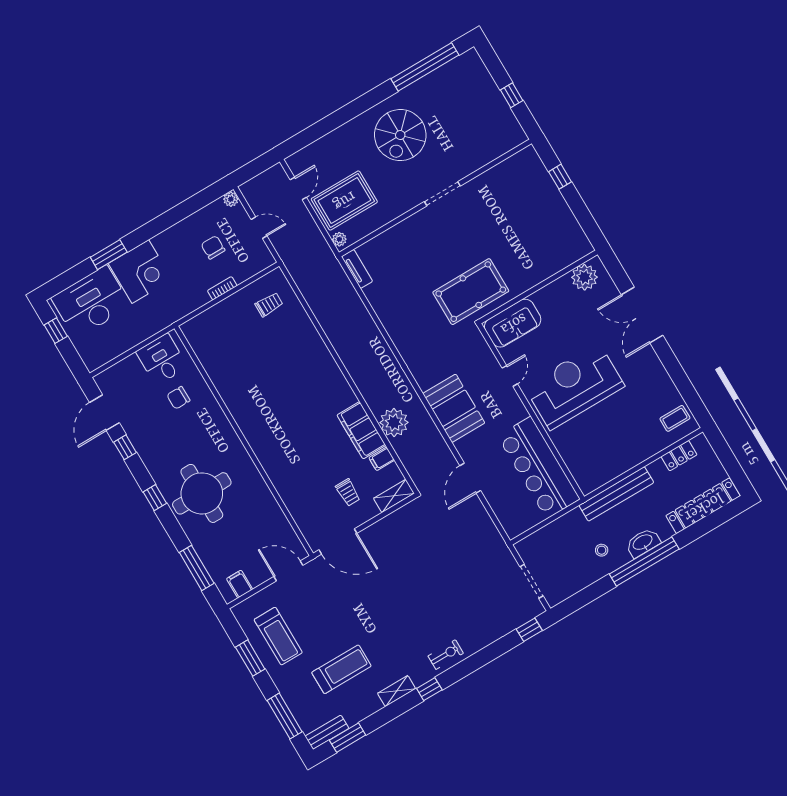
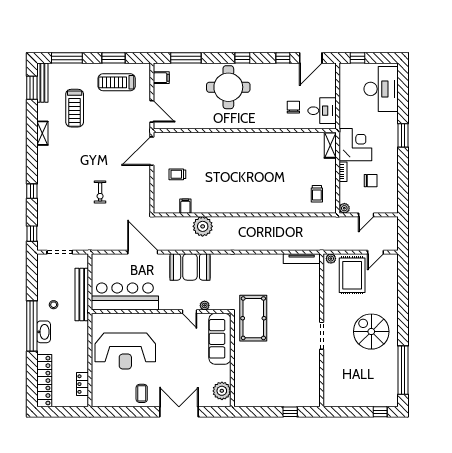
window: (512, 95) -> (380, 412), moved
door: (298, 188) -> (375, 252), hinge flipped
plant: (231, 199) -> (344, 208), moved
window: (109, 255) -> (403, 135), moved
tv unit: (357, 269) -> (302, 259), width x1.41
corner desk: (140, 272) -> (355, 145), moved, turned 180
sofa: (513, 323) -> (220, 339), width x1.36
window: (56, 331) -> (358, 58), moved
plant: (491, 362) -> (205, 305), added
reception desk: (574, 386) -> (125, 351), moved, turned 90
door: (104, 413) -> (311, 58), swing flipped
coffee table: (675, 418) -> (142, 393), moved
filing cabinet: (361, 430) -> (210, 204), removed
door: (470, 478) -> (143, 252), width x1.36
bench: (616, 494) -> (82, 295), moved
shelving: (394, 496) -> (330, 145), moved
door: (288, 571) -> (152, 111), hinge flipped
exercise bike: (446, 655) -> (100, 192), moved
window: (429, 689) -> (32, 191), moved
bench: (327, 732) -> (42, 83), width x1.36

